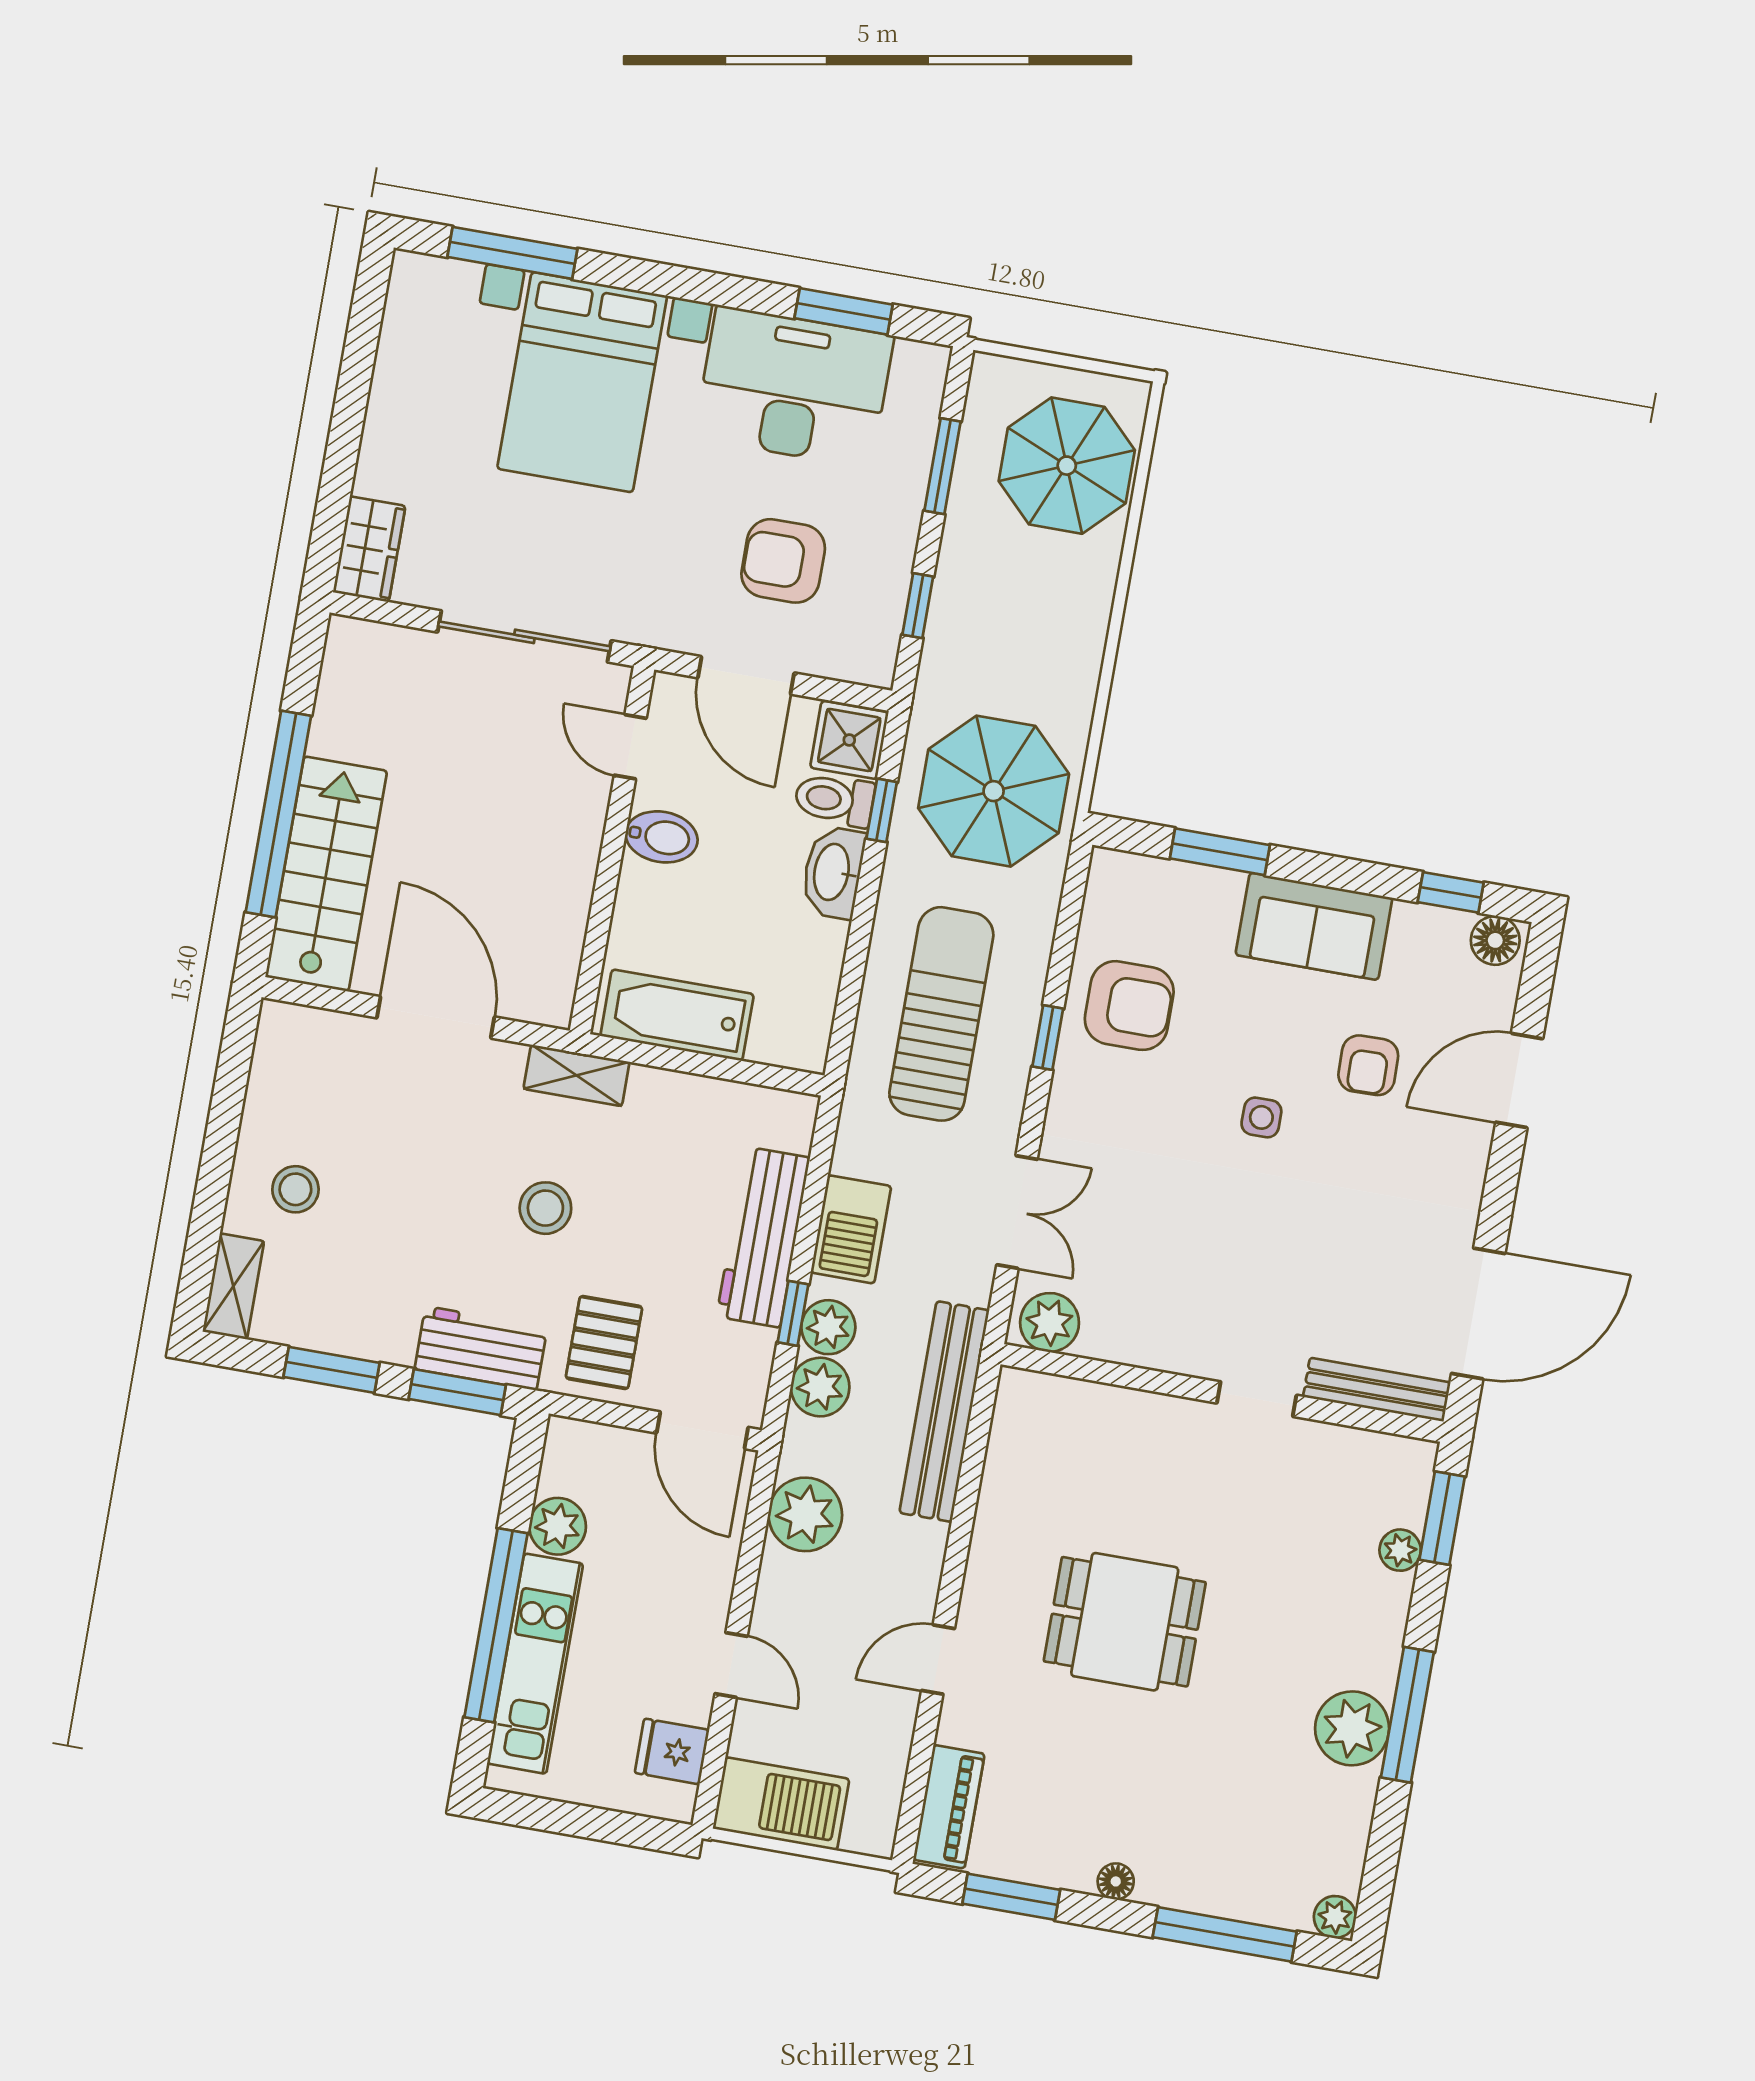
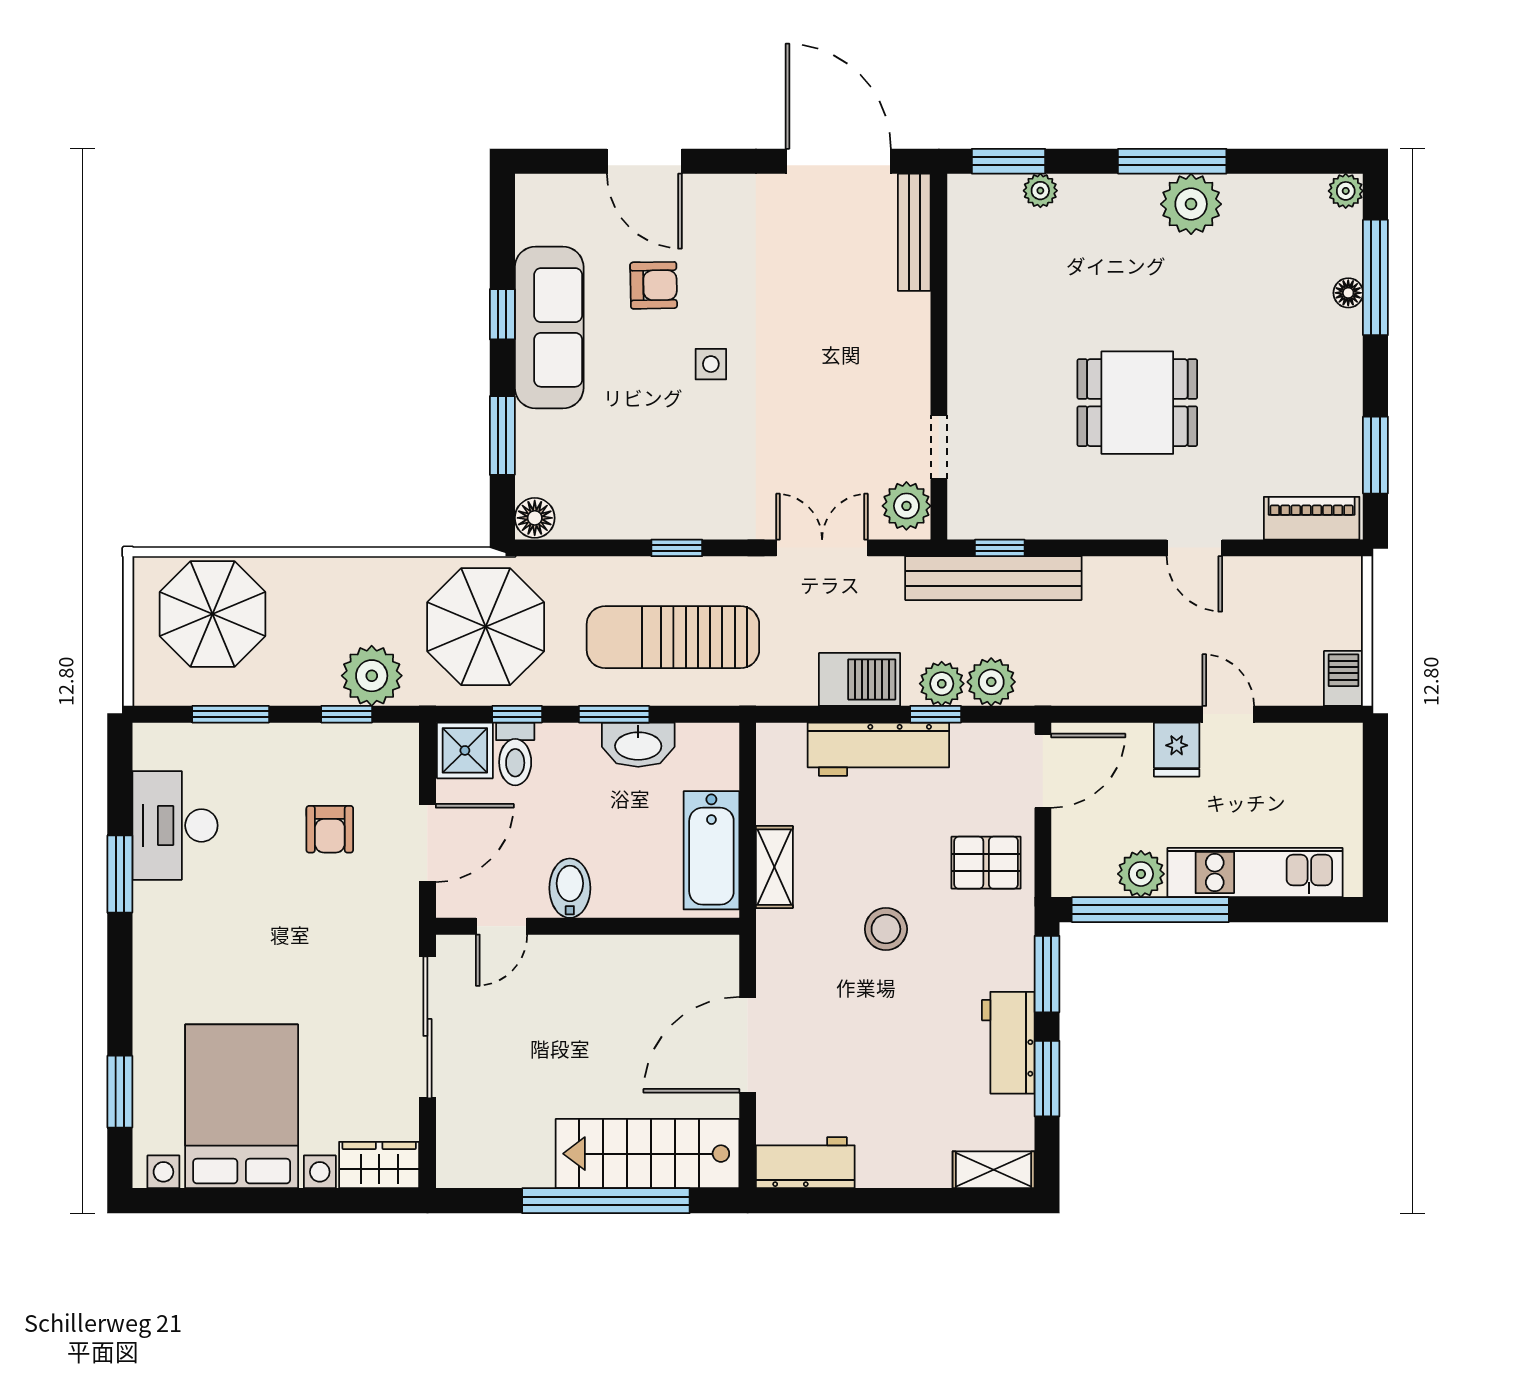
window: (512, 253) -> (120, 1092), width x0.69
window: (844, 311) -> (120, 874), moved
bed with nightstands: (582, 382) -> (242, 1106), moved, turned -90
desk: (794, 387) -> (175, 825), width x0.73, depth x0.77
armchair: (783, 561) -> (330, 829), width x0.72, depth x0.72
washbasin: (833, 872) -> (638, 745), moved
window: (1451, 892) -> (502, 314), moved
sofa: (1314, 926) -> (549, 327), width x1.36
window: (861, 927) -> (614, 714), added
floor lamp: (1495, 940) -> (535, 518), moved
armchair: (1129, 1006) -> (639, 487), removed
workbench: (282, 1062) -> (805, 1163), added
shelving: (576, 1075) -> (774, 867), moved
stool: (295, 1189) -> (906, 1133), removed
workbench: (481, 1348) -> (1008, 1043), moved
doorway: (1257, 1399) -> (939, 447), moved
window: (979, 1426) -> (1000, 548), added
plant: (805, 1514) -> (372, 676), moved
dining table: (1125, 1622) -> (1137, 403), turned 90
window: (496, 1625) -> (1150, 910), moved
door: (731, 1665) -> (1228, 714), hinge flipped
fridge: (672, 1751) -> (1177, 750), moved
barbecue: (781, 1804) -> (1343, 678), width x0.53, depth x0.65
floor lamp: (1116, 1881) -> (1348, 293), moved

